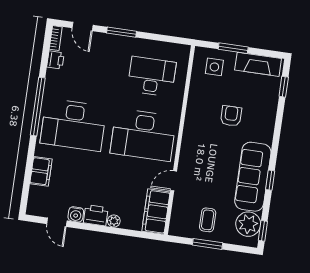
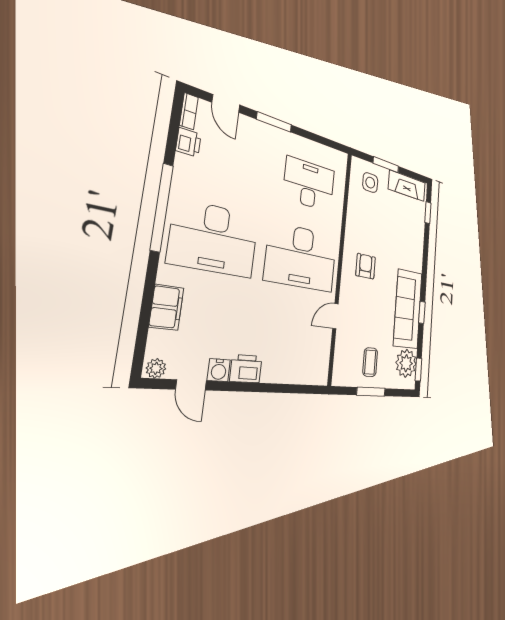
armchair: (231, 116) -> (366, 266), moved
filing cabinet: (156, 212) -> (318, 357), removed
plant: (114, 221) -> (156, 368), moved

